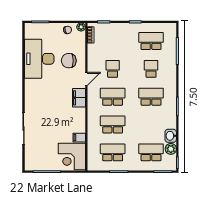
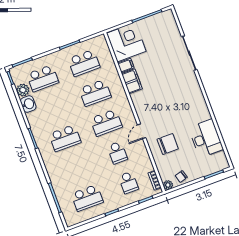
desk: (39, 59) -> (206, 138), width x0.73, depth x0.77
school desk: (151, 69) -> (128, 183), moved
filing cabinet: (79, 98) -> (132, 81), moved

